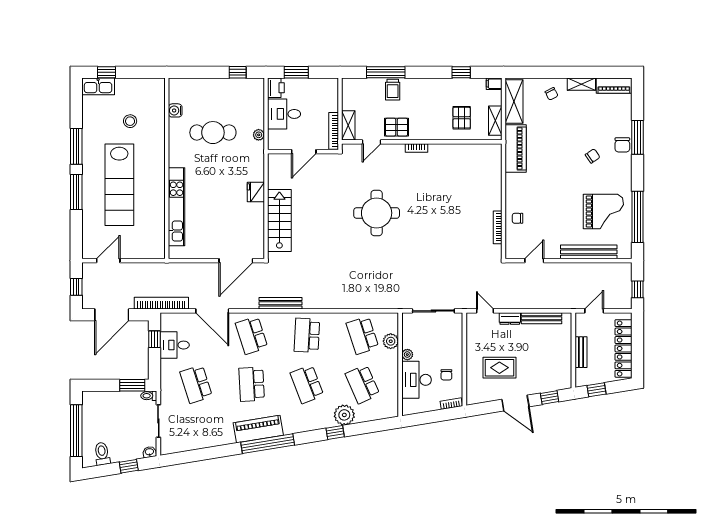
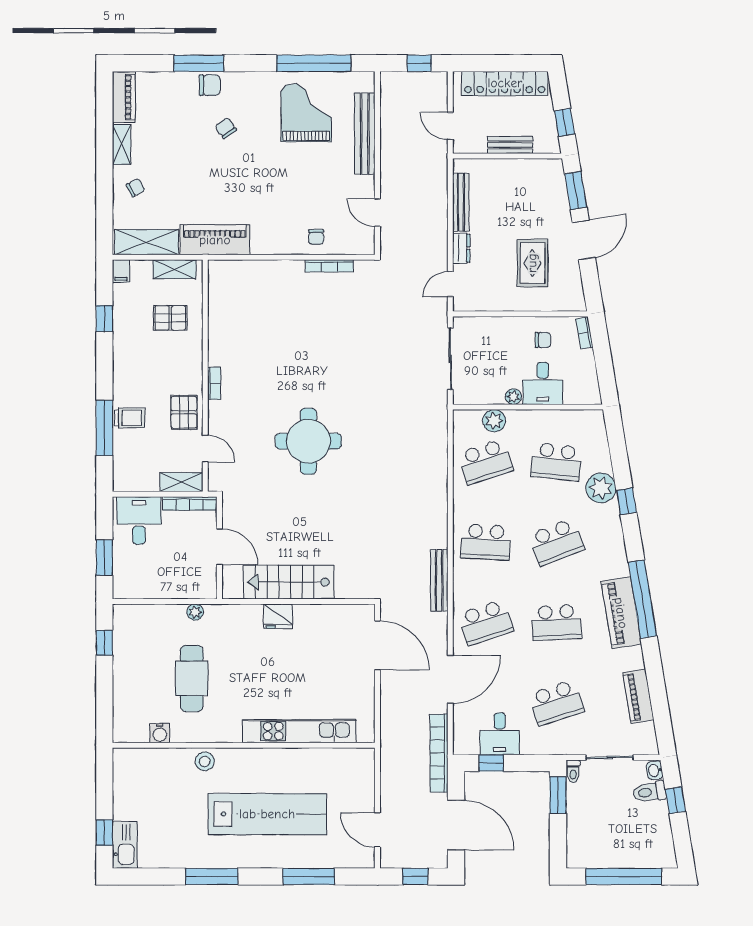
printer: (276, 88) -> (127, 587), removed
desk: (284, 114) -> (139, 520), moved, turned 180
stool: (130, 121) -> (205, 761), moved
window: (76, 192) -> (309, 876), moved
stairs: (279, 221) -> (289, 582), moved
desk: (416, 380) -> (543, 383), width x0.73
school desk: (362, 384) -> (556, 462), turned 30
window: (550, 397) -> (576, 191), width x1.50
piano: (201, 441) -> (638, 696), added
toilet: (102, 454) -> (649, 792), moved

